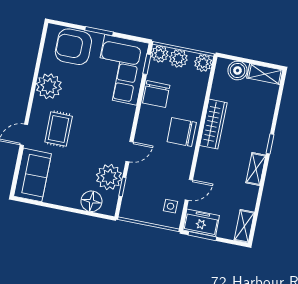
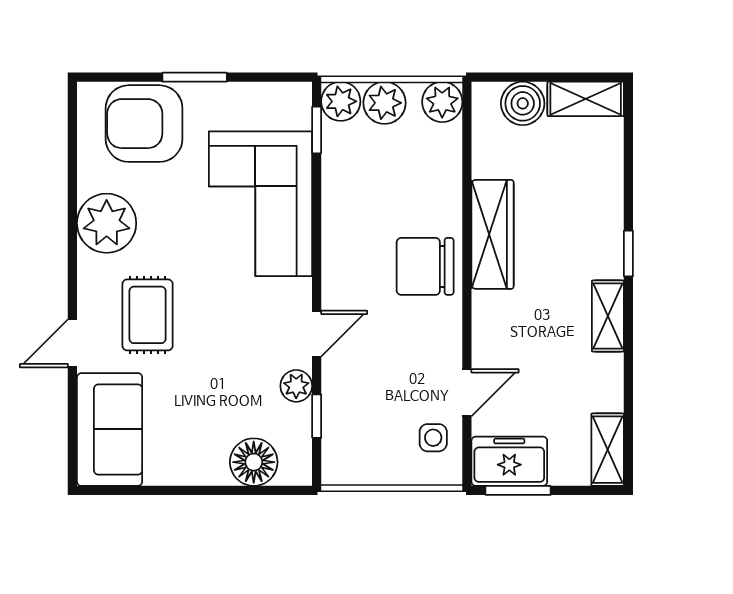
corner sofa: (121, 70) -> (260, 204), moved
chair: (156, 94) -> (351, 193), removed
plant: (109, 177) -> (296, 386), width x0.53, depth x0.53

